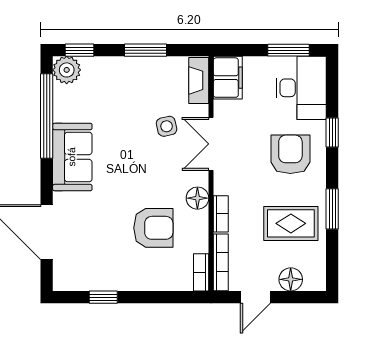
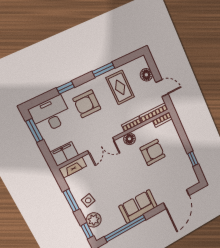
plant: (67, 70) -> (94, 220), moved
side table: (167, 126) -> (88, 200), moved
armchair: (153, 228) -> (153, 152), turned 90

